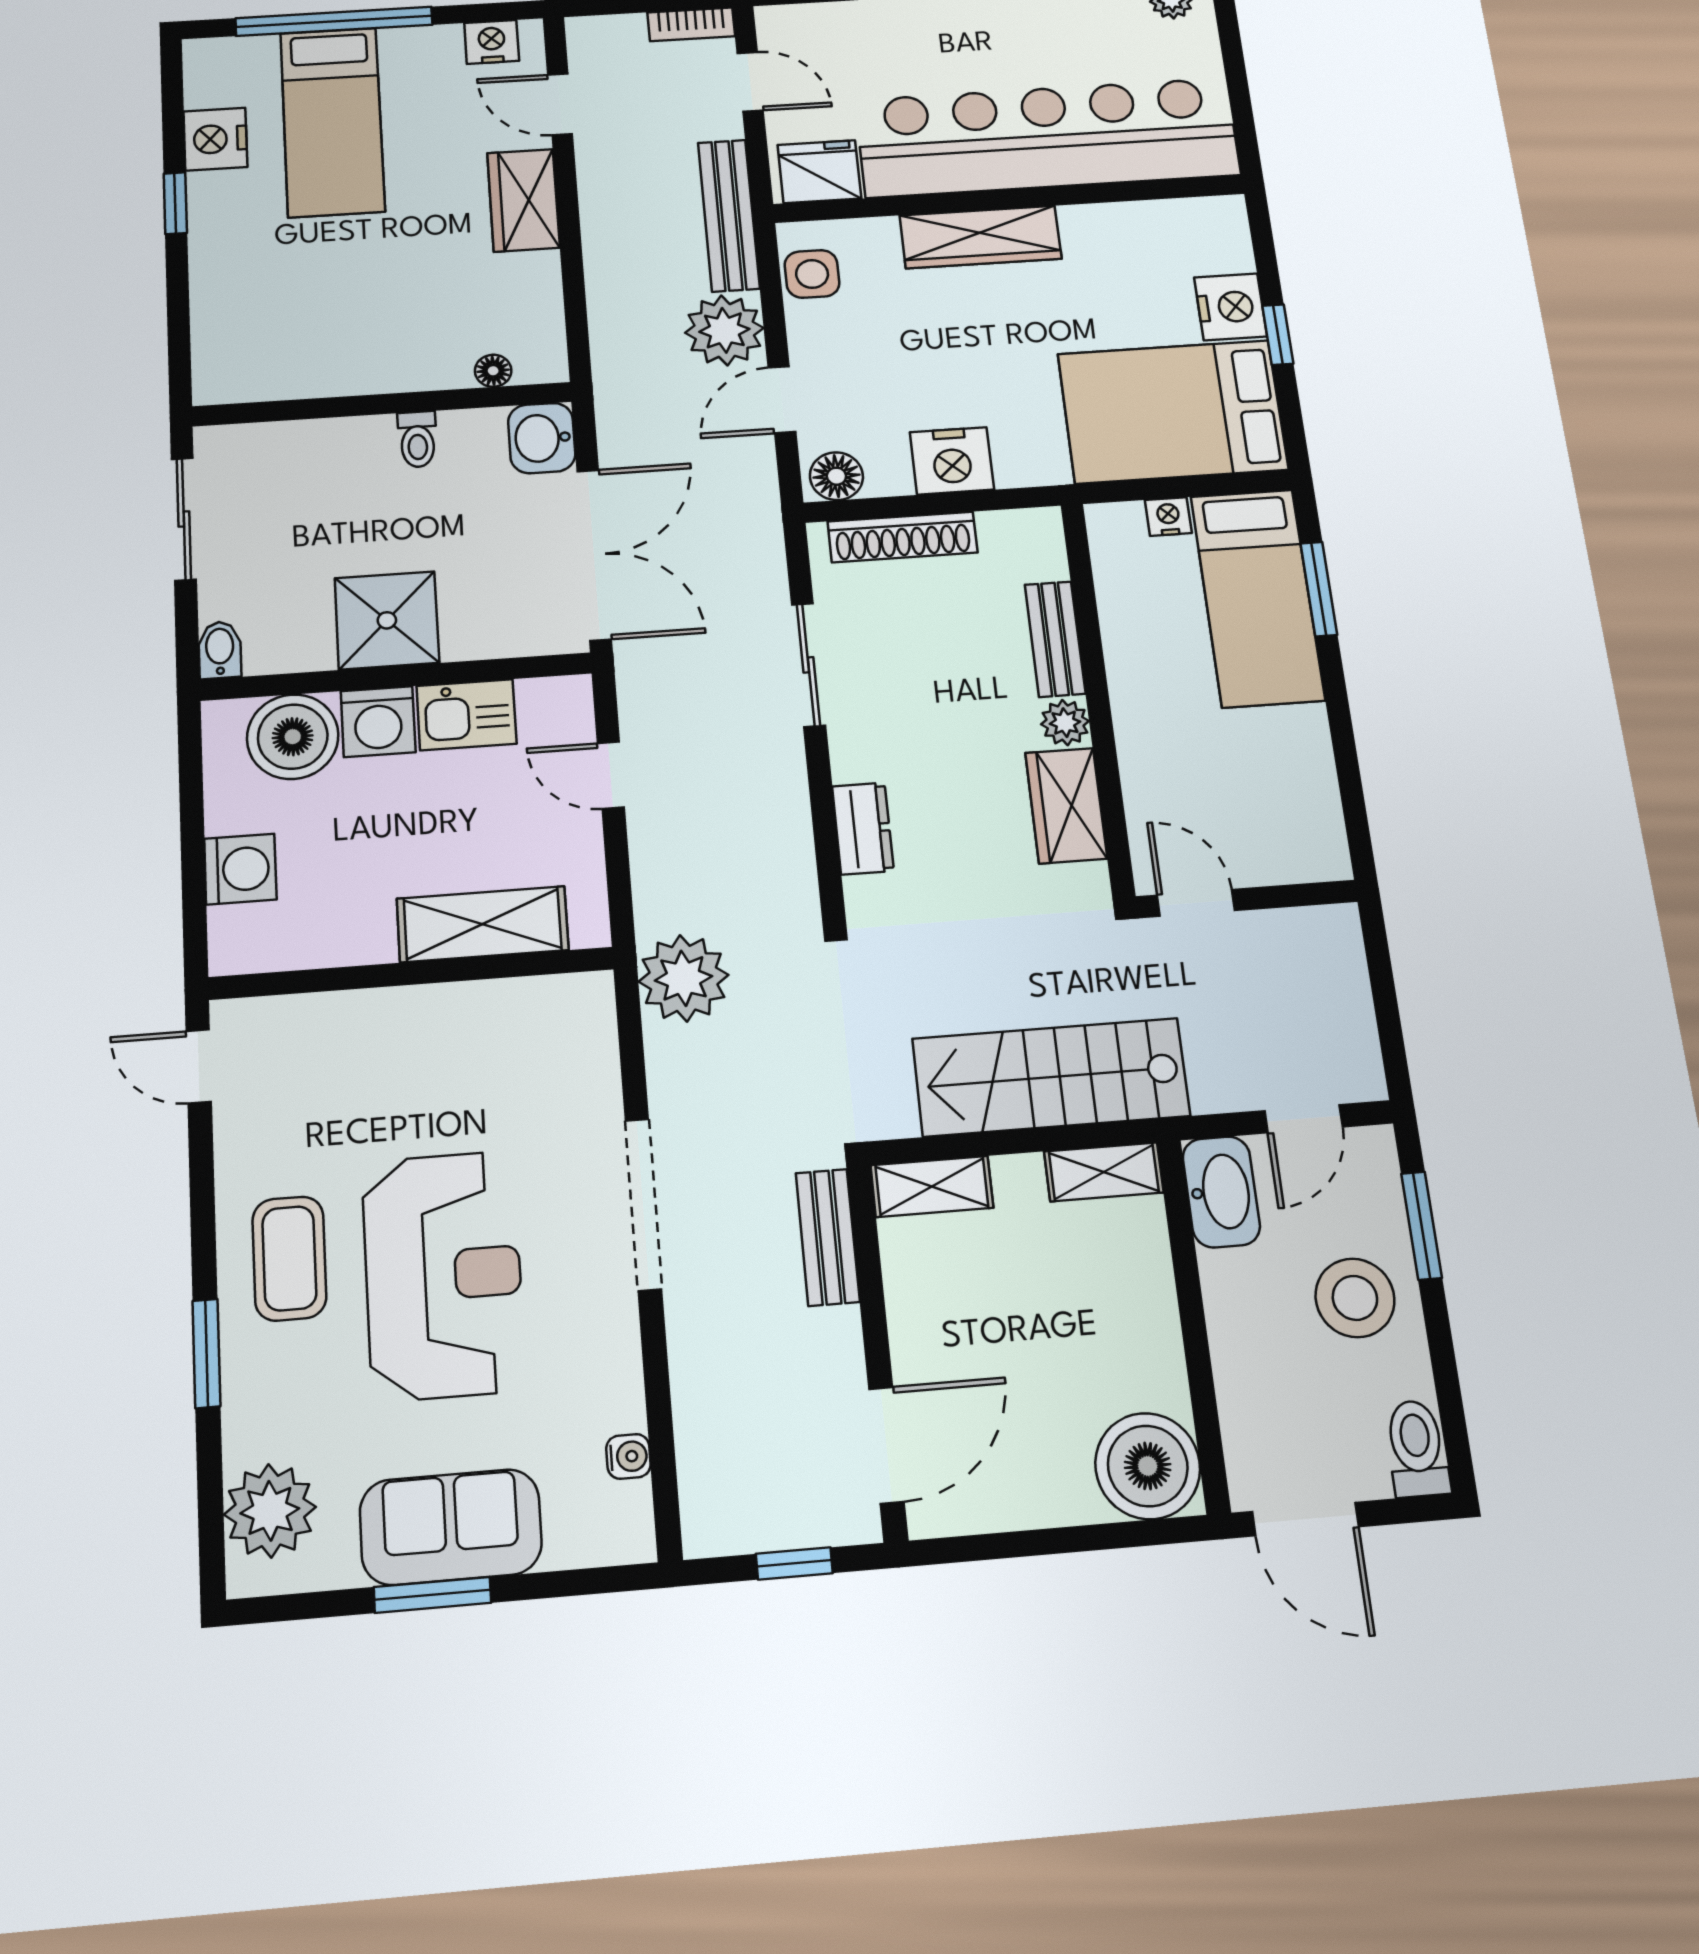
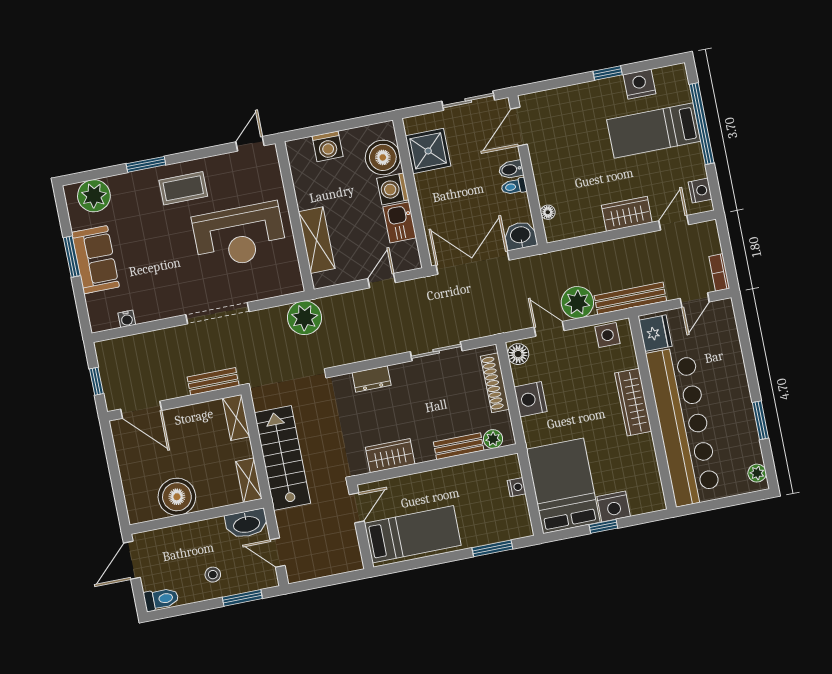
door: (270, 411) -> (519, 127), added
double door: (594, 554) -> (473, 263), swing flipped
bed: (1257, 598) -> (413, 534), moved, turned 180
shower: (387, 620) -> (428, 151), moved
bidet: (220, 650) -> (511, 170), moved, turned 180
plant: (1065, 723) -> (493, 439), moved
reception desk: (443, 1275) -> (239, 235), moved
stool: (1355, 1298) -> (213, 575), width x0.53, depth x0.53
boiler: (1148, 1466) -> (177, 497), moved

